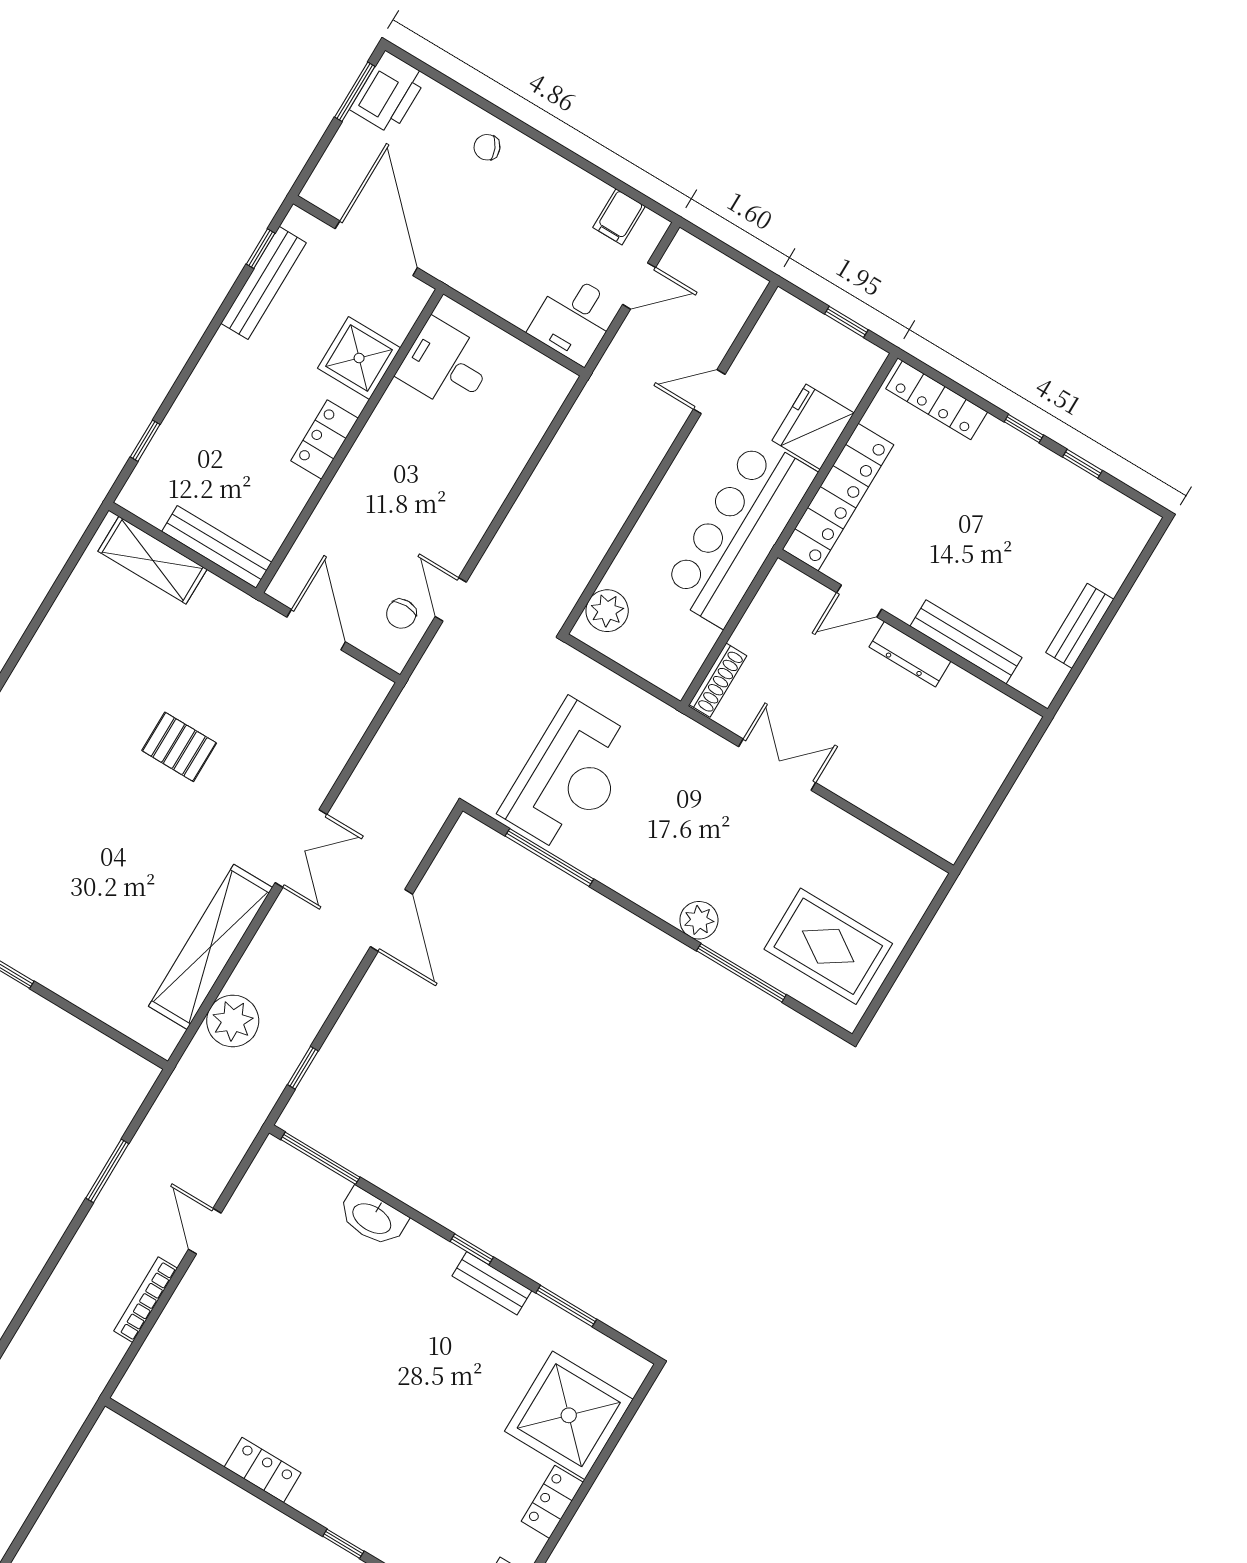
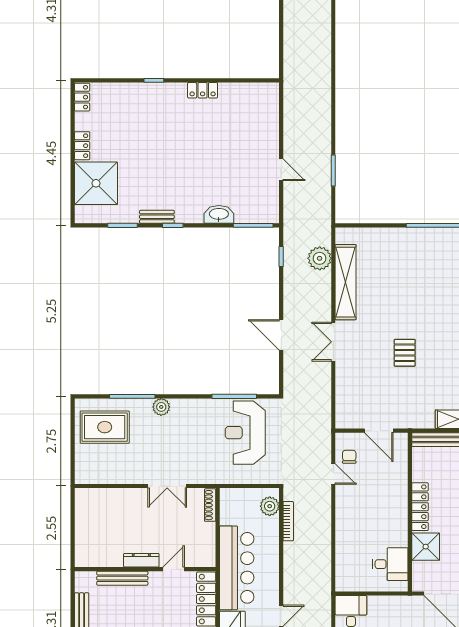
locker: (324, 440) -> (420, 507), width x1.53
pallet: (179, 747) -> (405, 353), turned 90
bookcase: (146, 1300) -> (288, 521), moved

